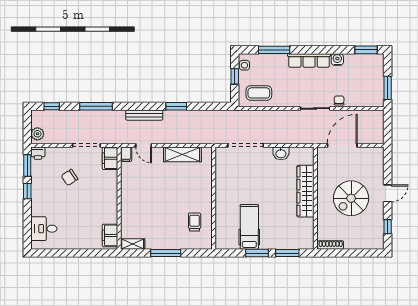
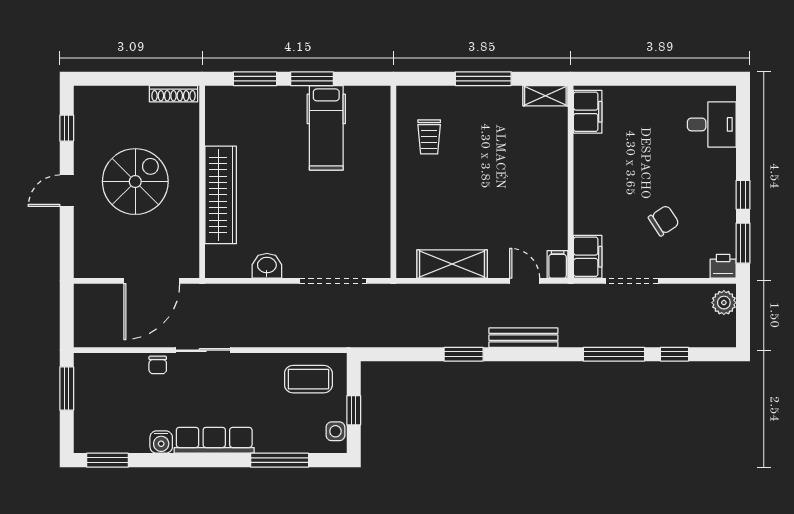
window: (52, 106) -> (675, 354), moved

